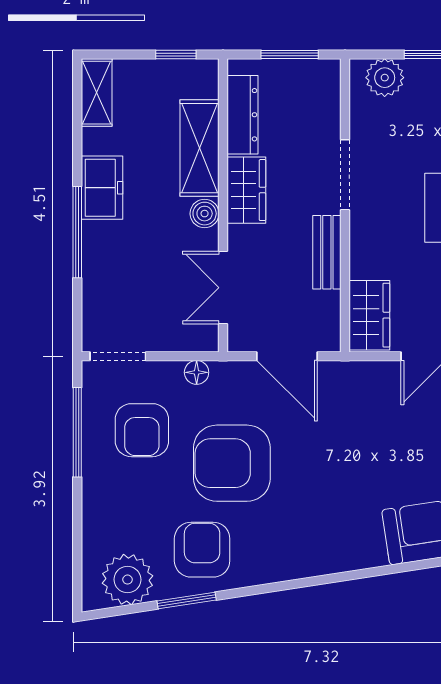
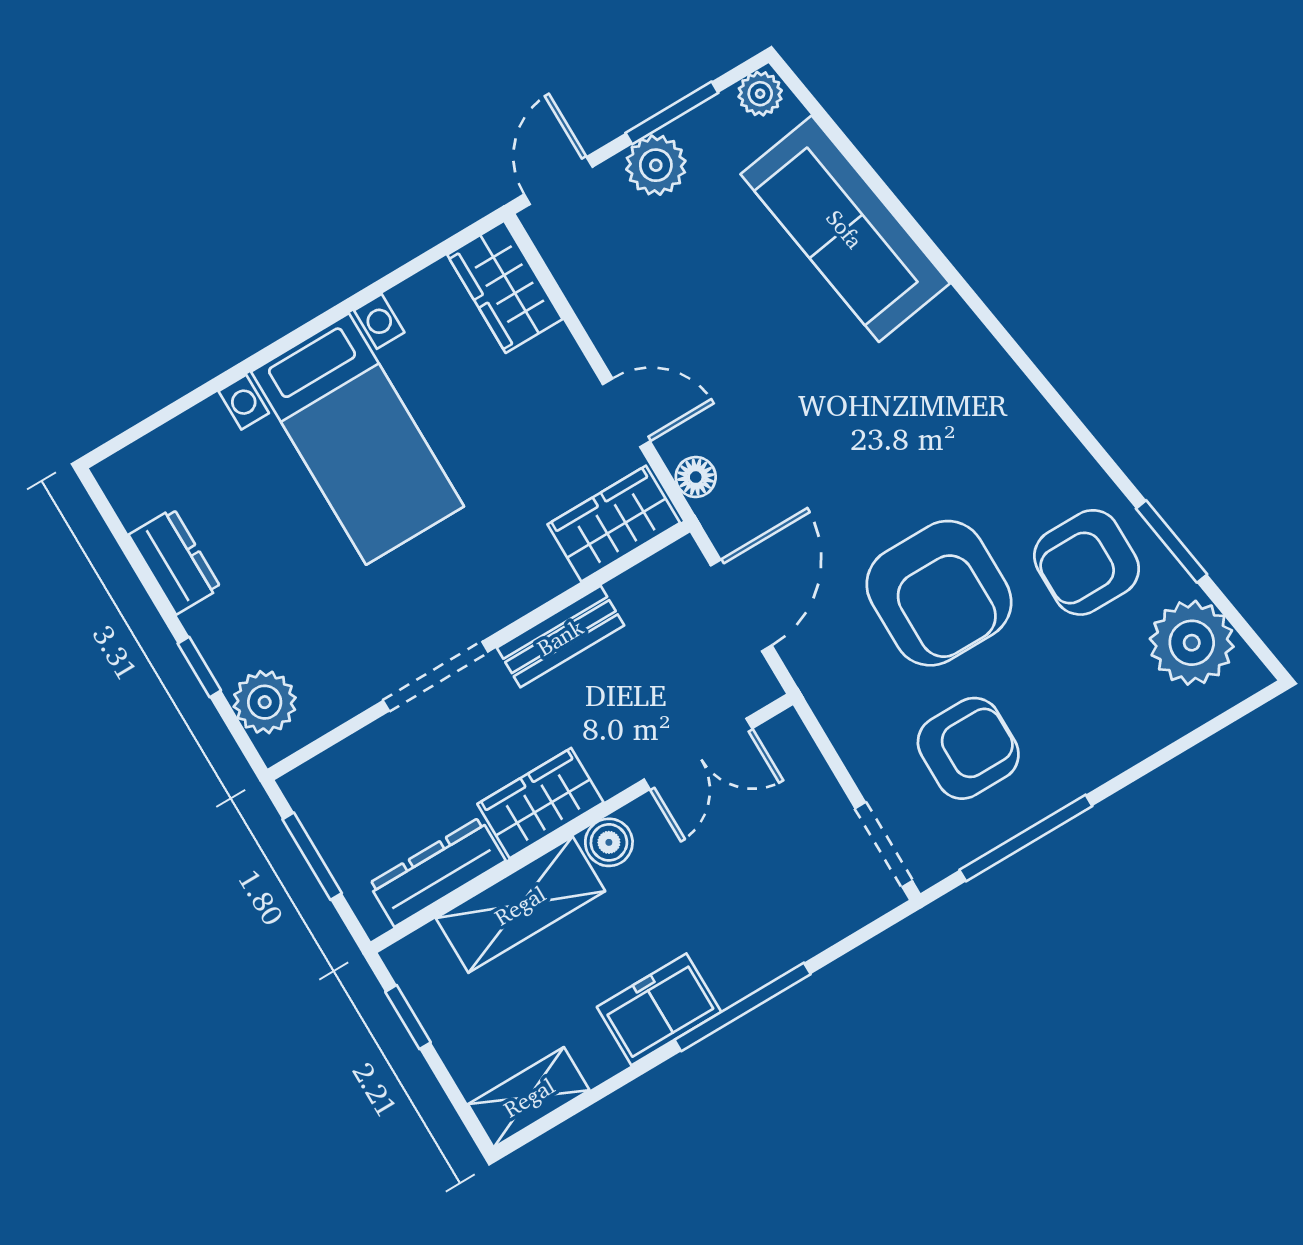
floor lamp: (197, 372) -> (696, 477), moved

